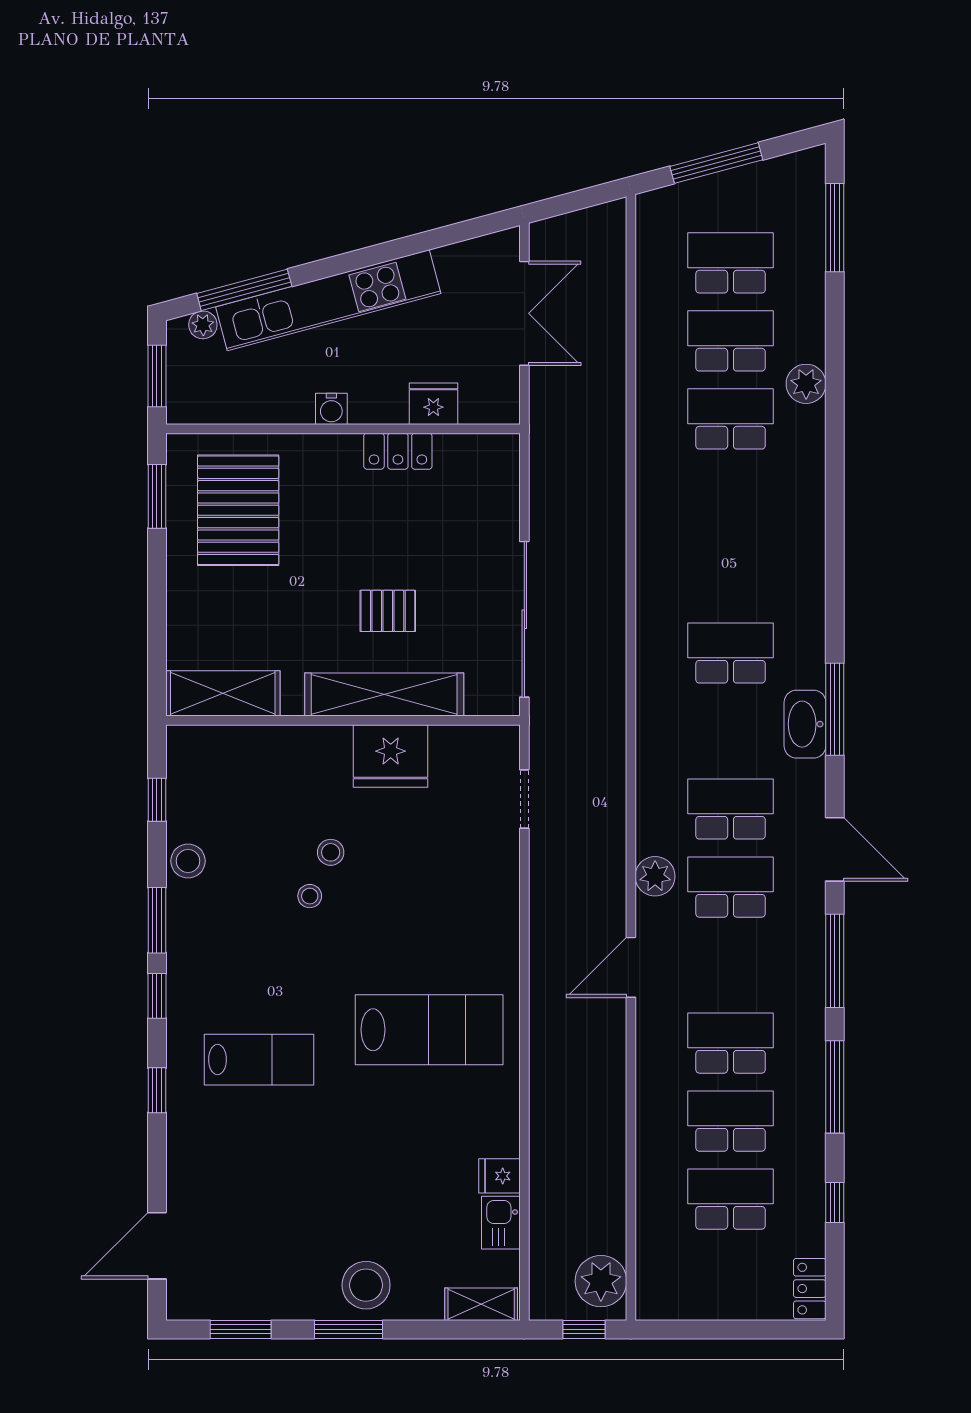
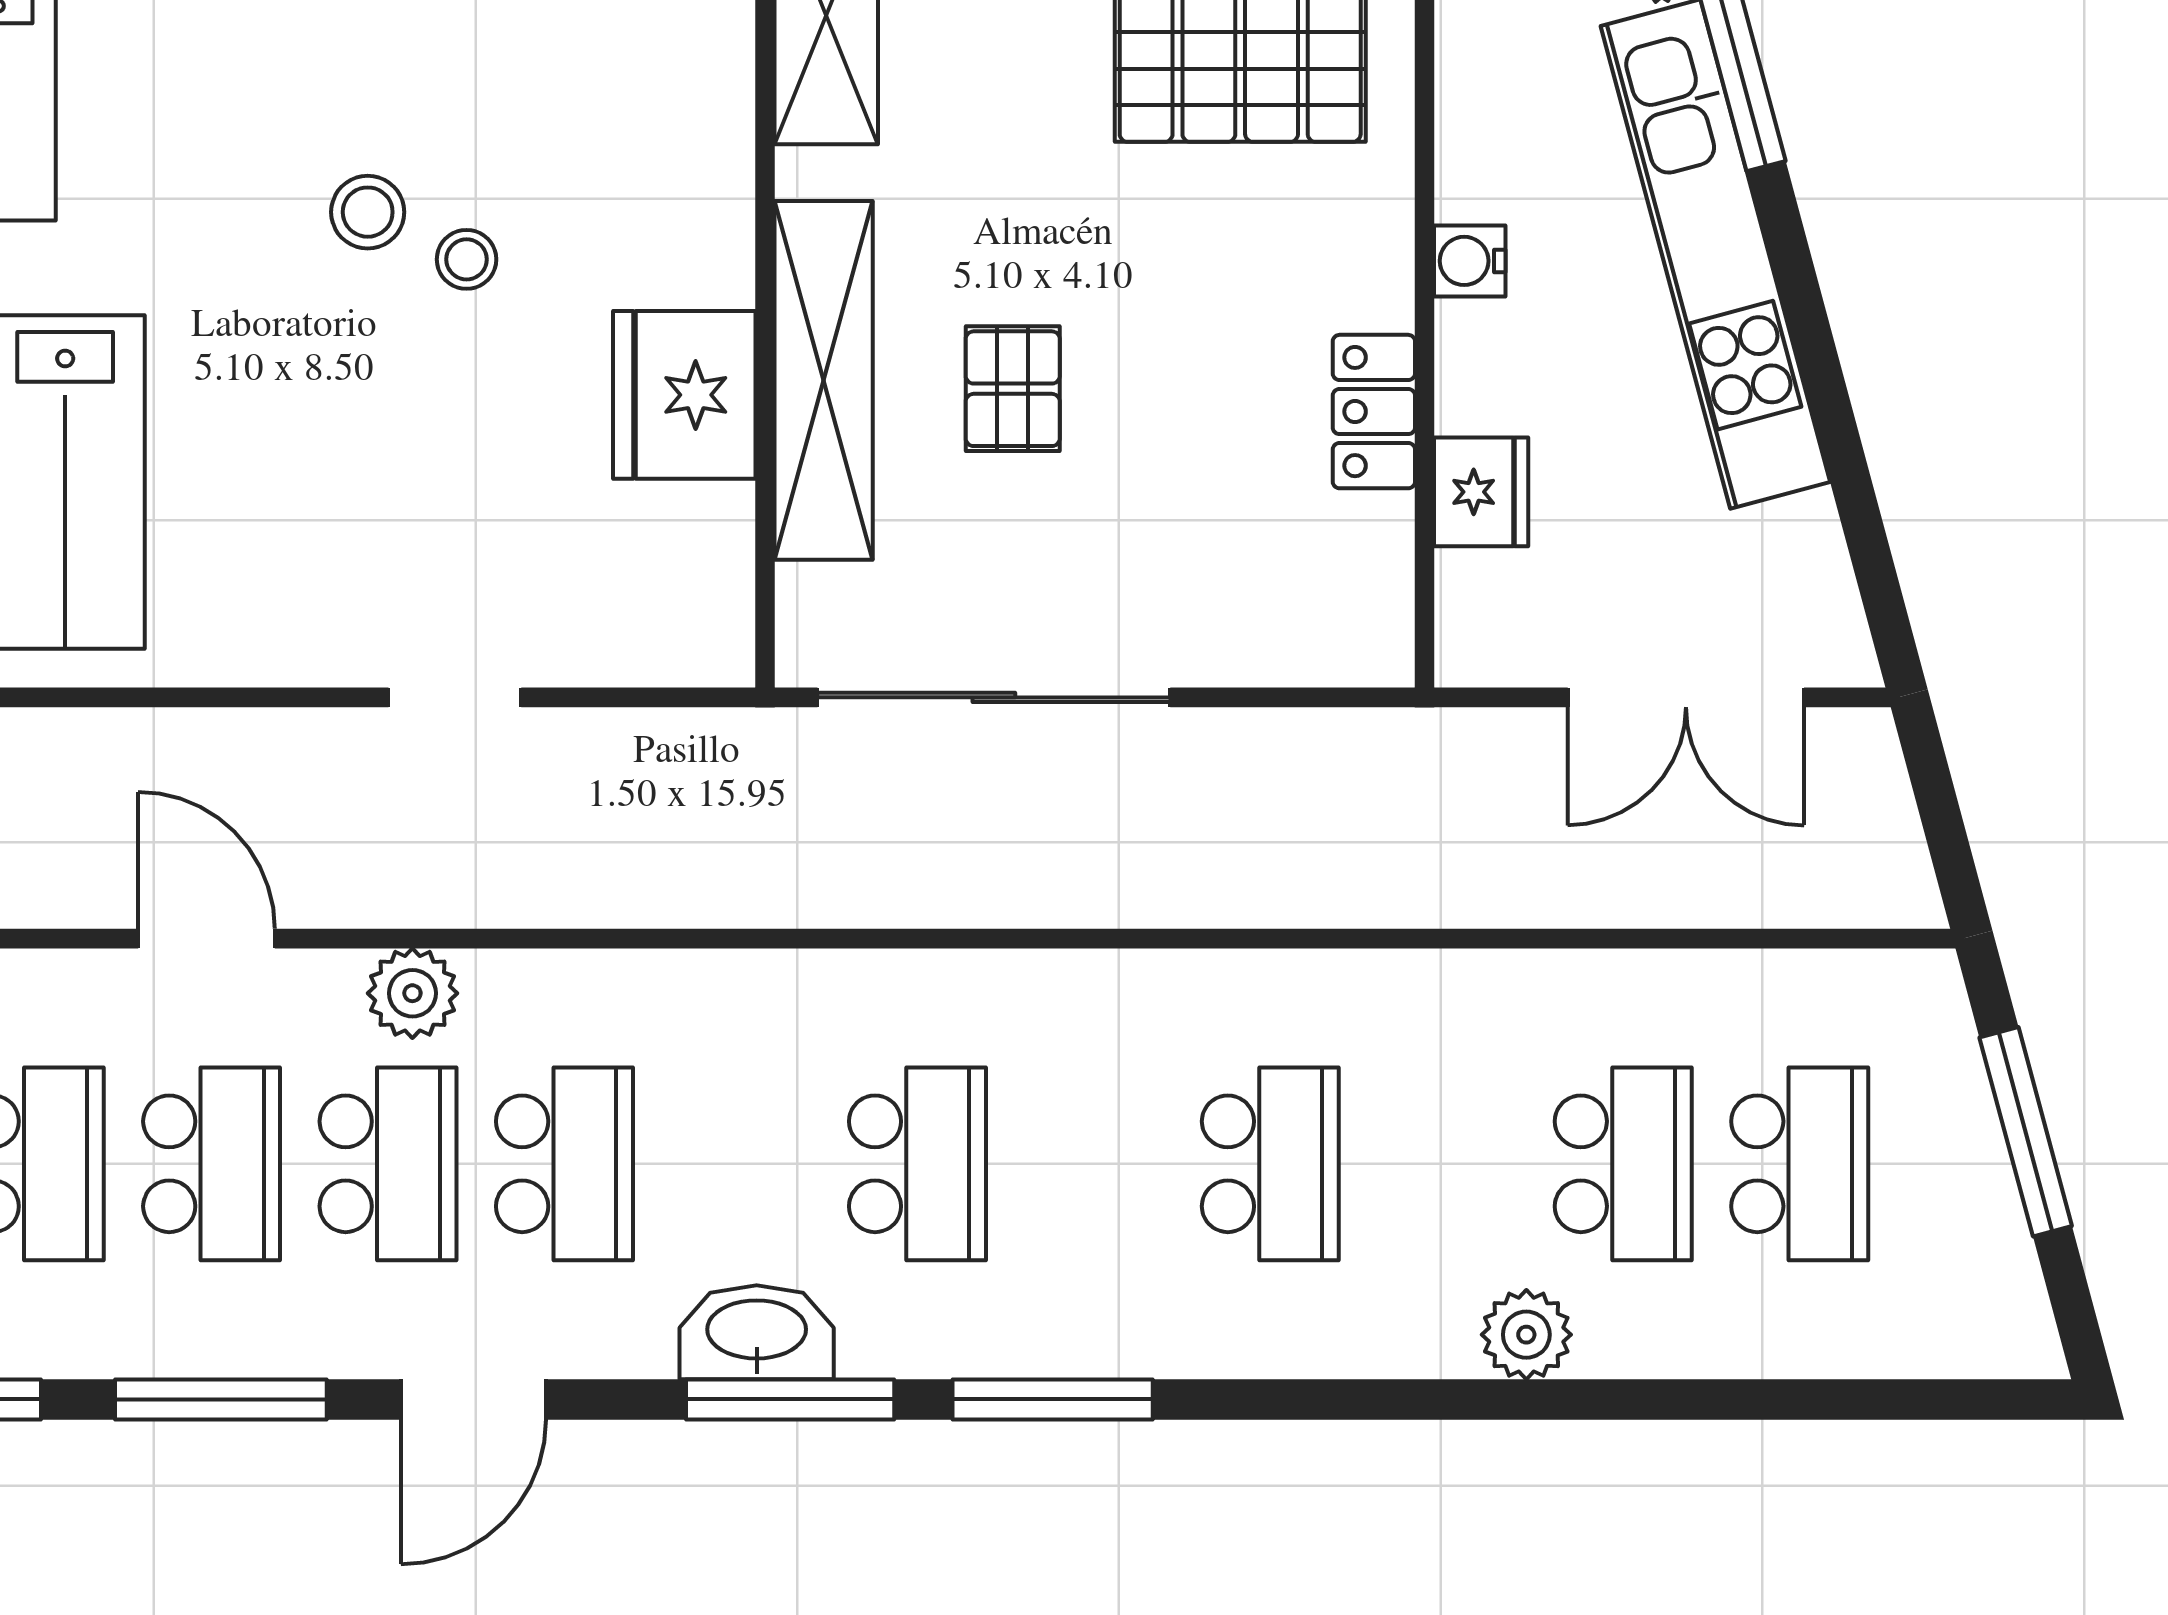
window: (835, 228) -> (1053, 1399), moved
school desk: (731, 419) -> (1270, 1164), moved
doorway: (524, 799) -> (455, 697), moved
stool: (310, 896) -> (368, 212), width x1.37, depth x1.37
school desk: (731, 965) -> (212, 1164), added

